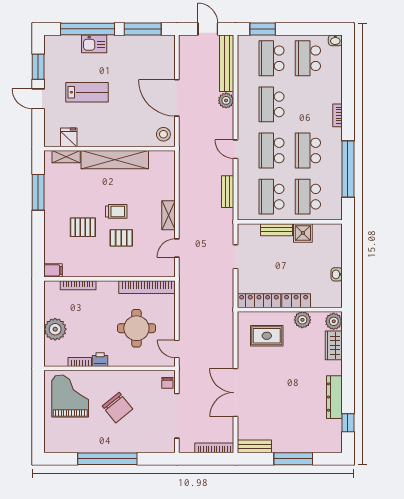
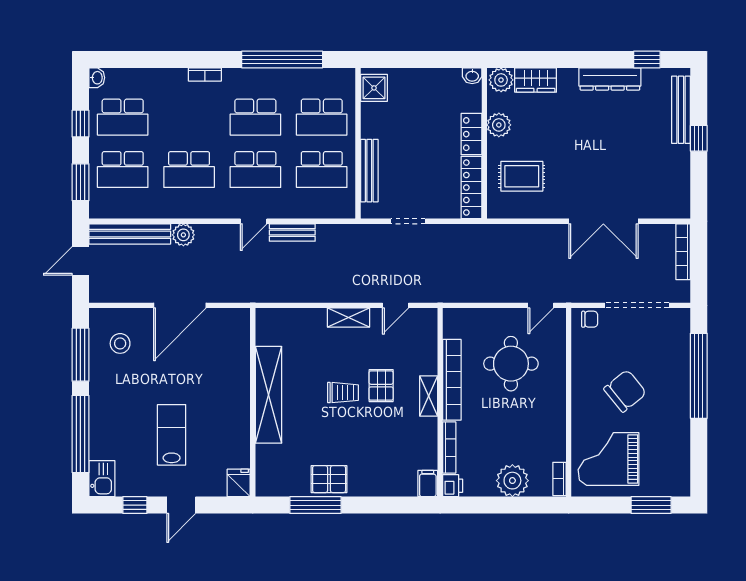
window: (303, 29) -> (80, 124), added
kitchen sink: (94, 44) -> (102, 479), moved
window: (38, 67) -> (135, 505), width x0.67
stool: (163, 134) -> (120, 343), moved
fridge: (69, 137) -> (239, 483), moved, turned 90
shelving: (66, 157) -> (429, 396), moved
bench: (228, 192) -> (292, 232), moved
trolley: (116, 211) -> (343, 393), turned 90
pallet: (83, 227) -> (329, 479), moved, turned 90
bench: (276, 230) -> (369, 171), width x1.36
shower: (303, 233) -> (374, 88), moved
door: (177, 248) -> (396, 305), hinge flipped
washbasin: (337, 274) -> (472, 76), moved
bookcase: (147, 287) -> (452, 380), moved
rug: (267, 336) -> (522, 176), turned 90
printer: (100, 360) -> (453, 486), moved, turned 180
bookcase: (80, 362) -> (559, 479), moved
window: (38, 426) -> (651, 505), added
bench: (254, 446) -> (681, 110), moved, width x1.36
window: (107, 459) -> (699, 376), moved
window: (293, 459) -> (699, 138), width x0.46

